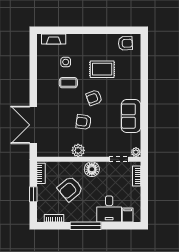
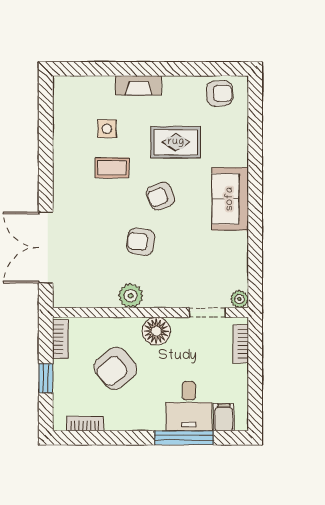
fireplace: (54, 39) -> (138, 85), moved
sofa: (131, 116) -> (230, 199), moved
window: (86, 226) -> (184, 438), moved

